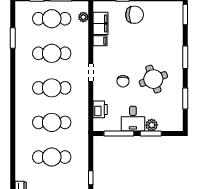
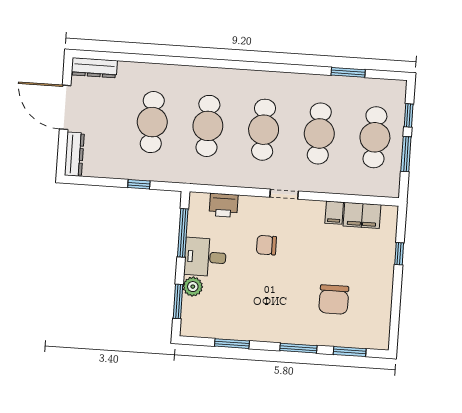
chair: (135, 15) -> (334, 299), moved
window: (185, 15) -> (350, 352), moved
plant: (83, 17) -> (374, 188), removed
round table: (153, 79) -> (267, 294), removed
window: (151, 134) -> (178, 301), moved
window: (91, 178) -> (139, 184), moved

